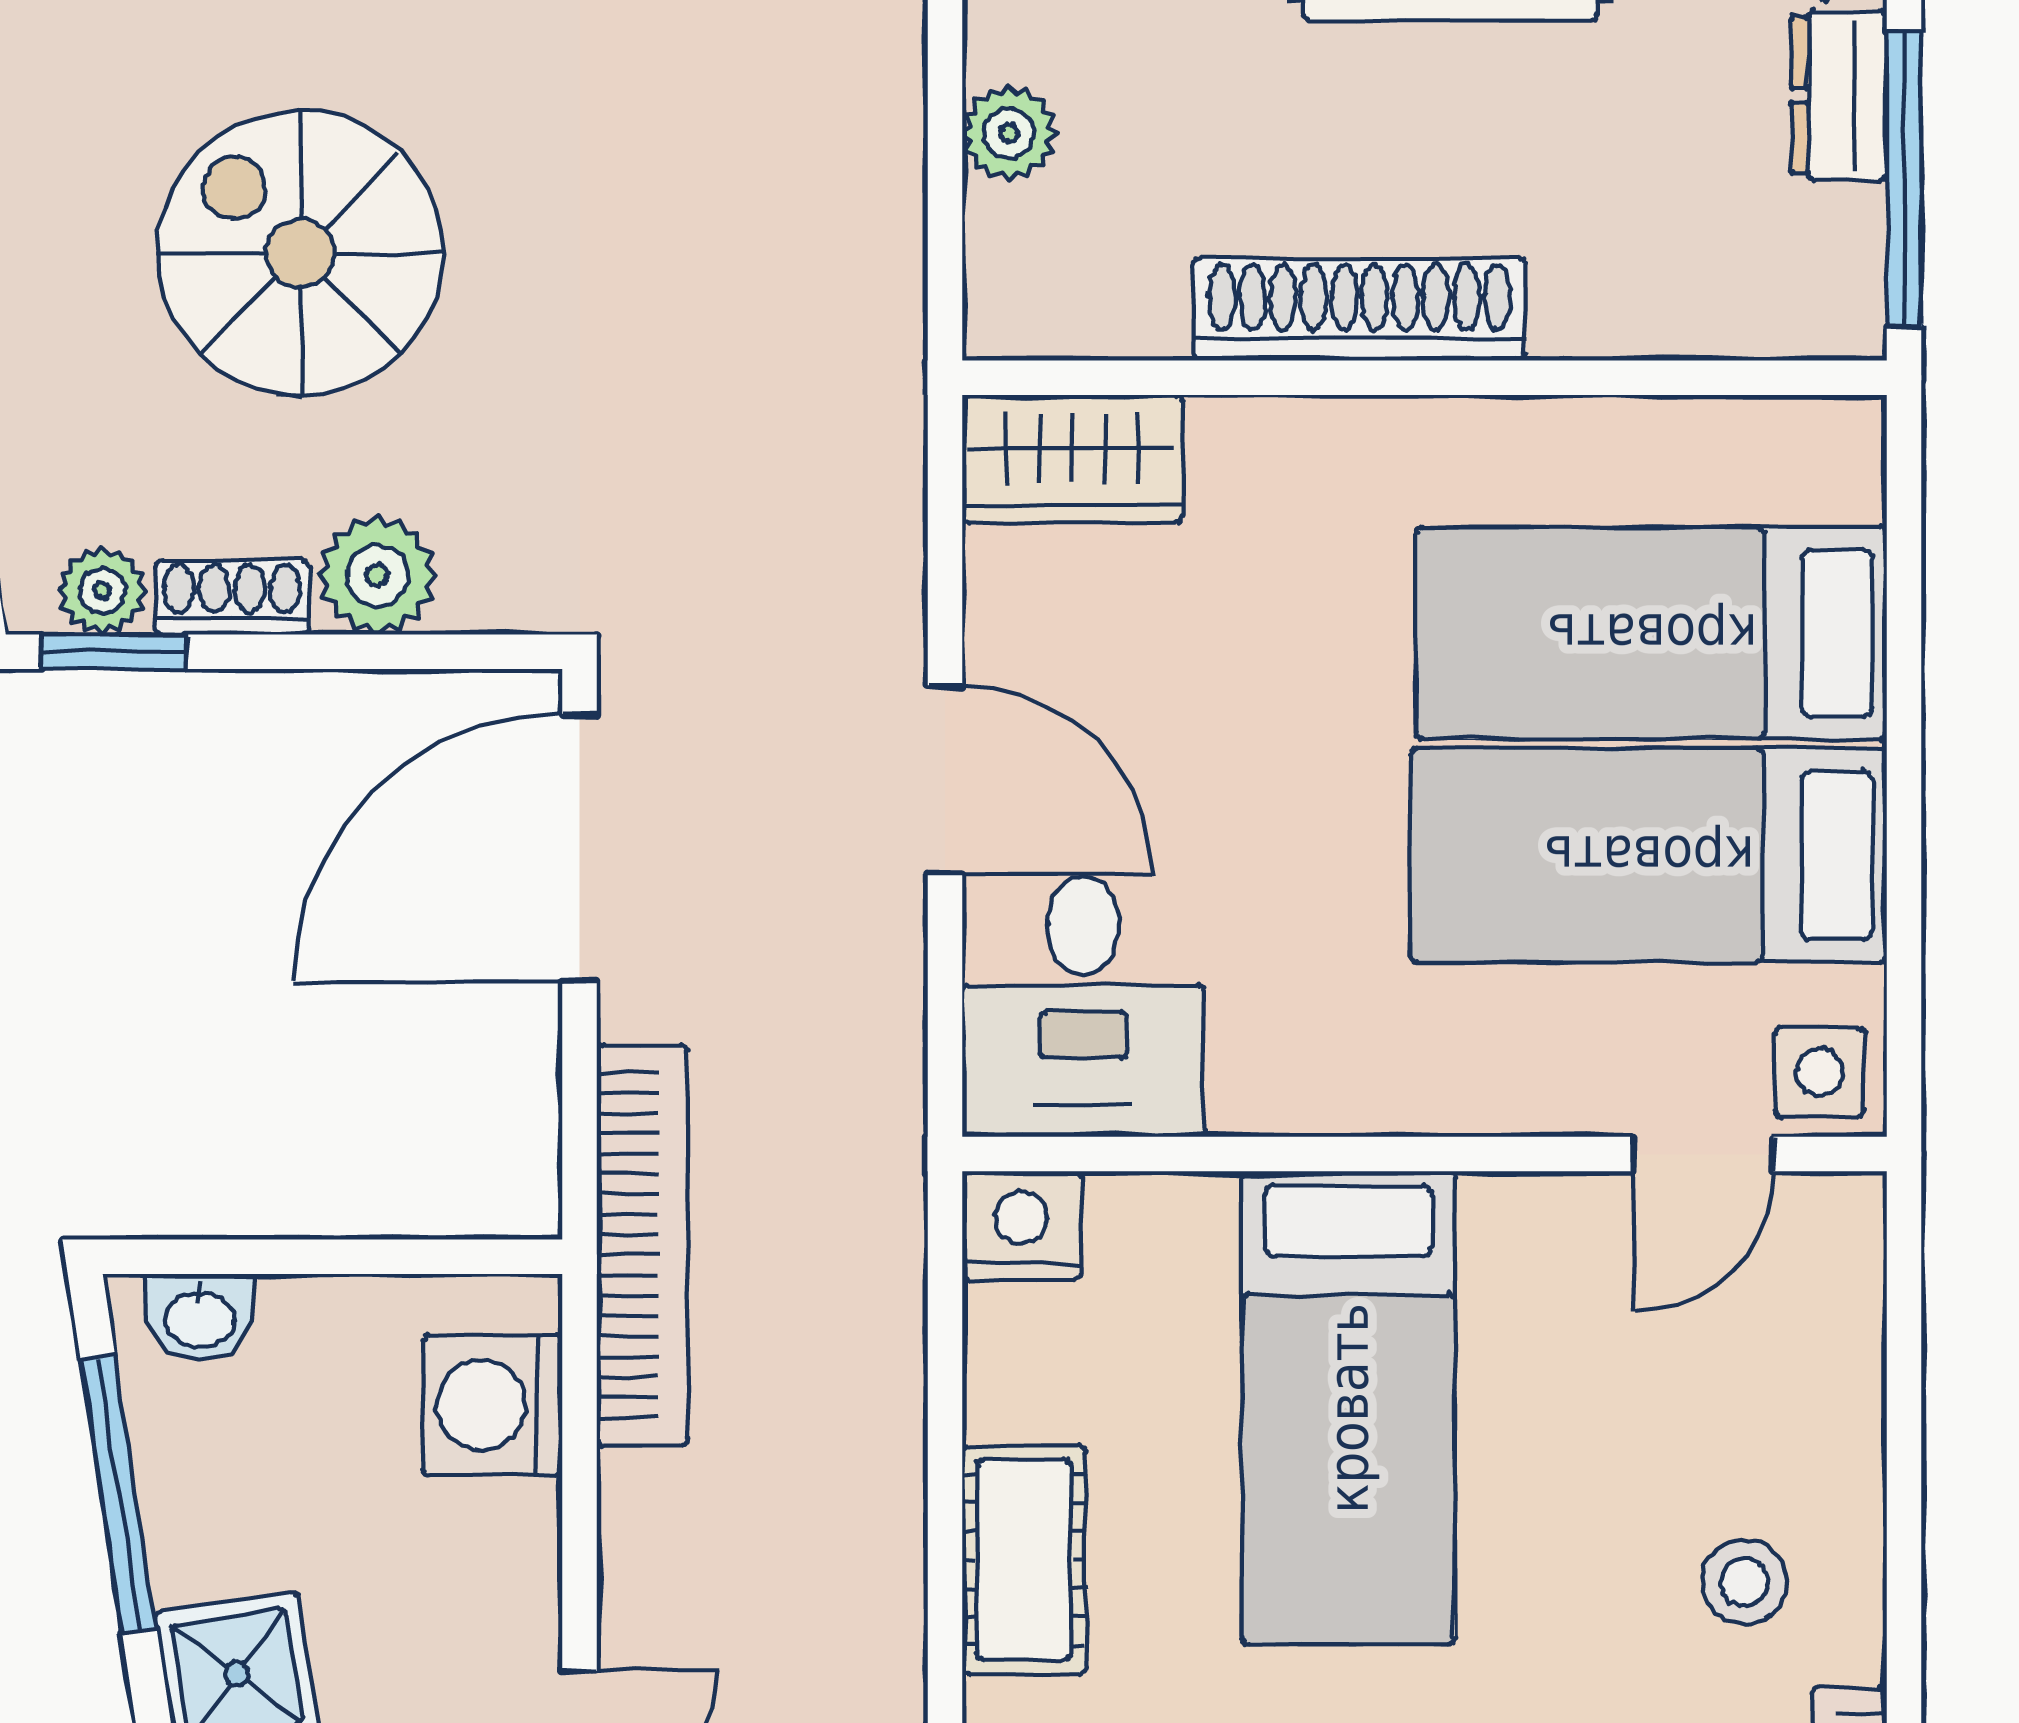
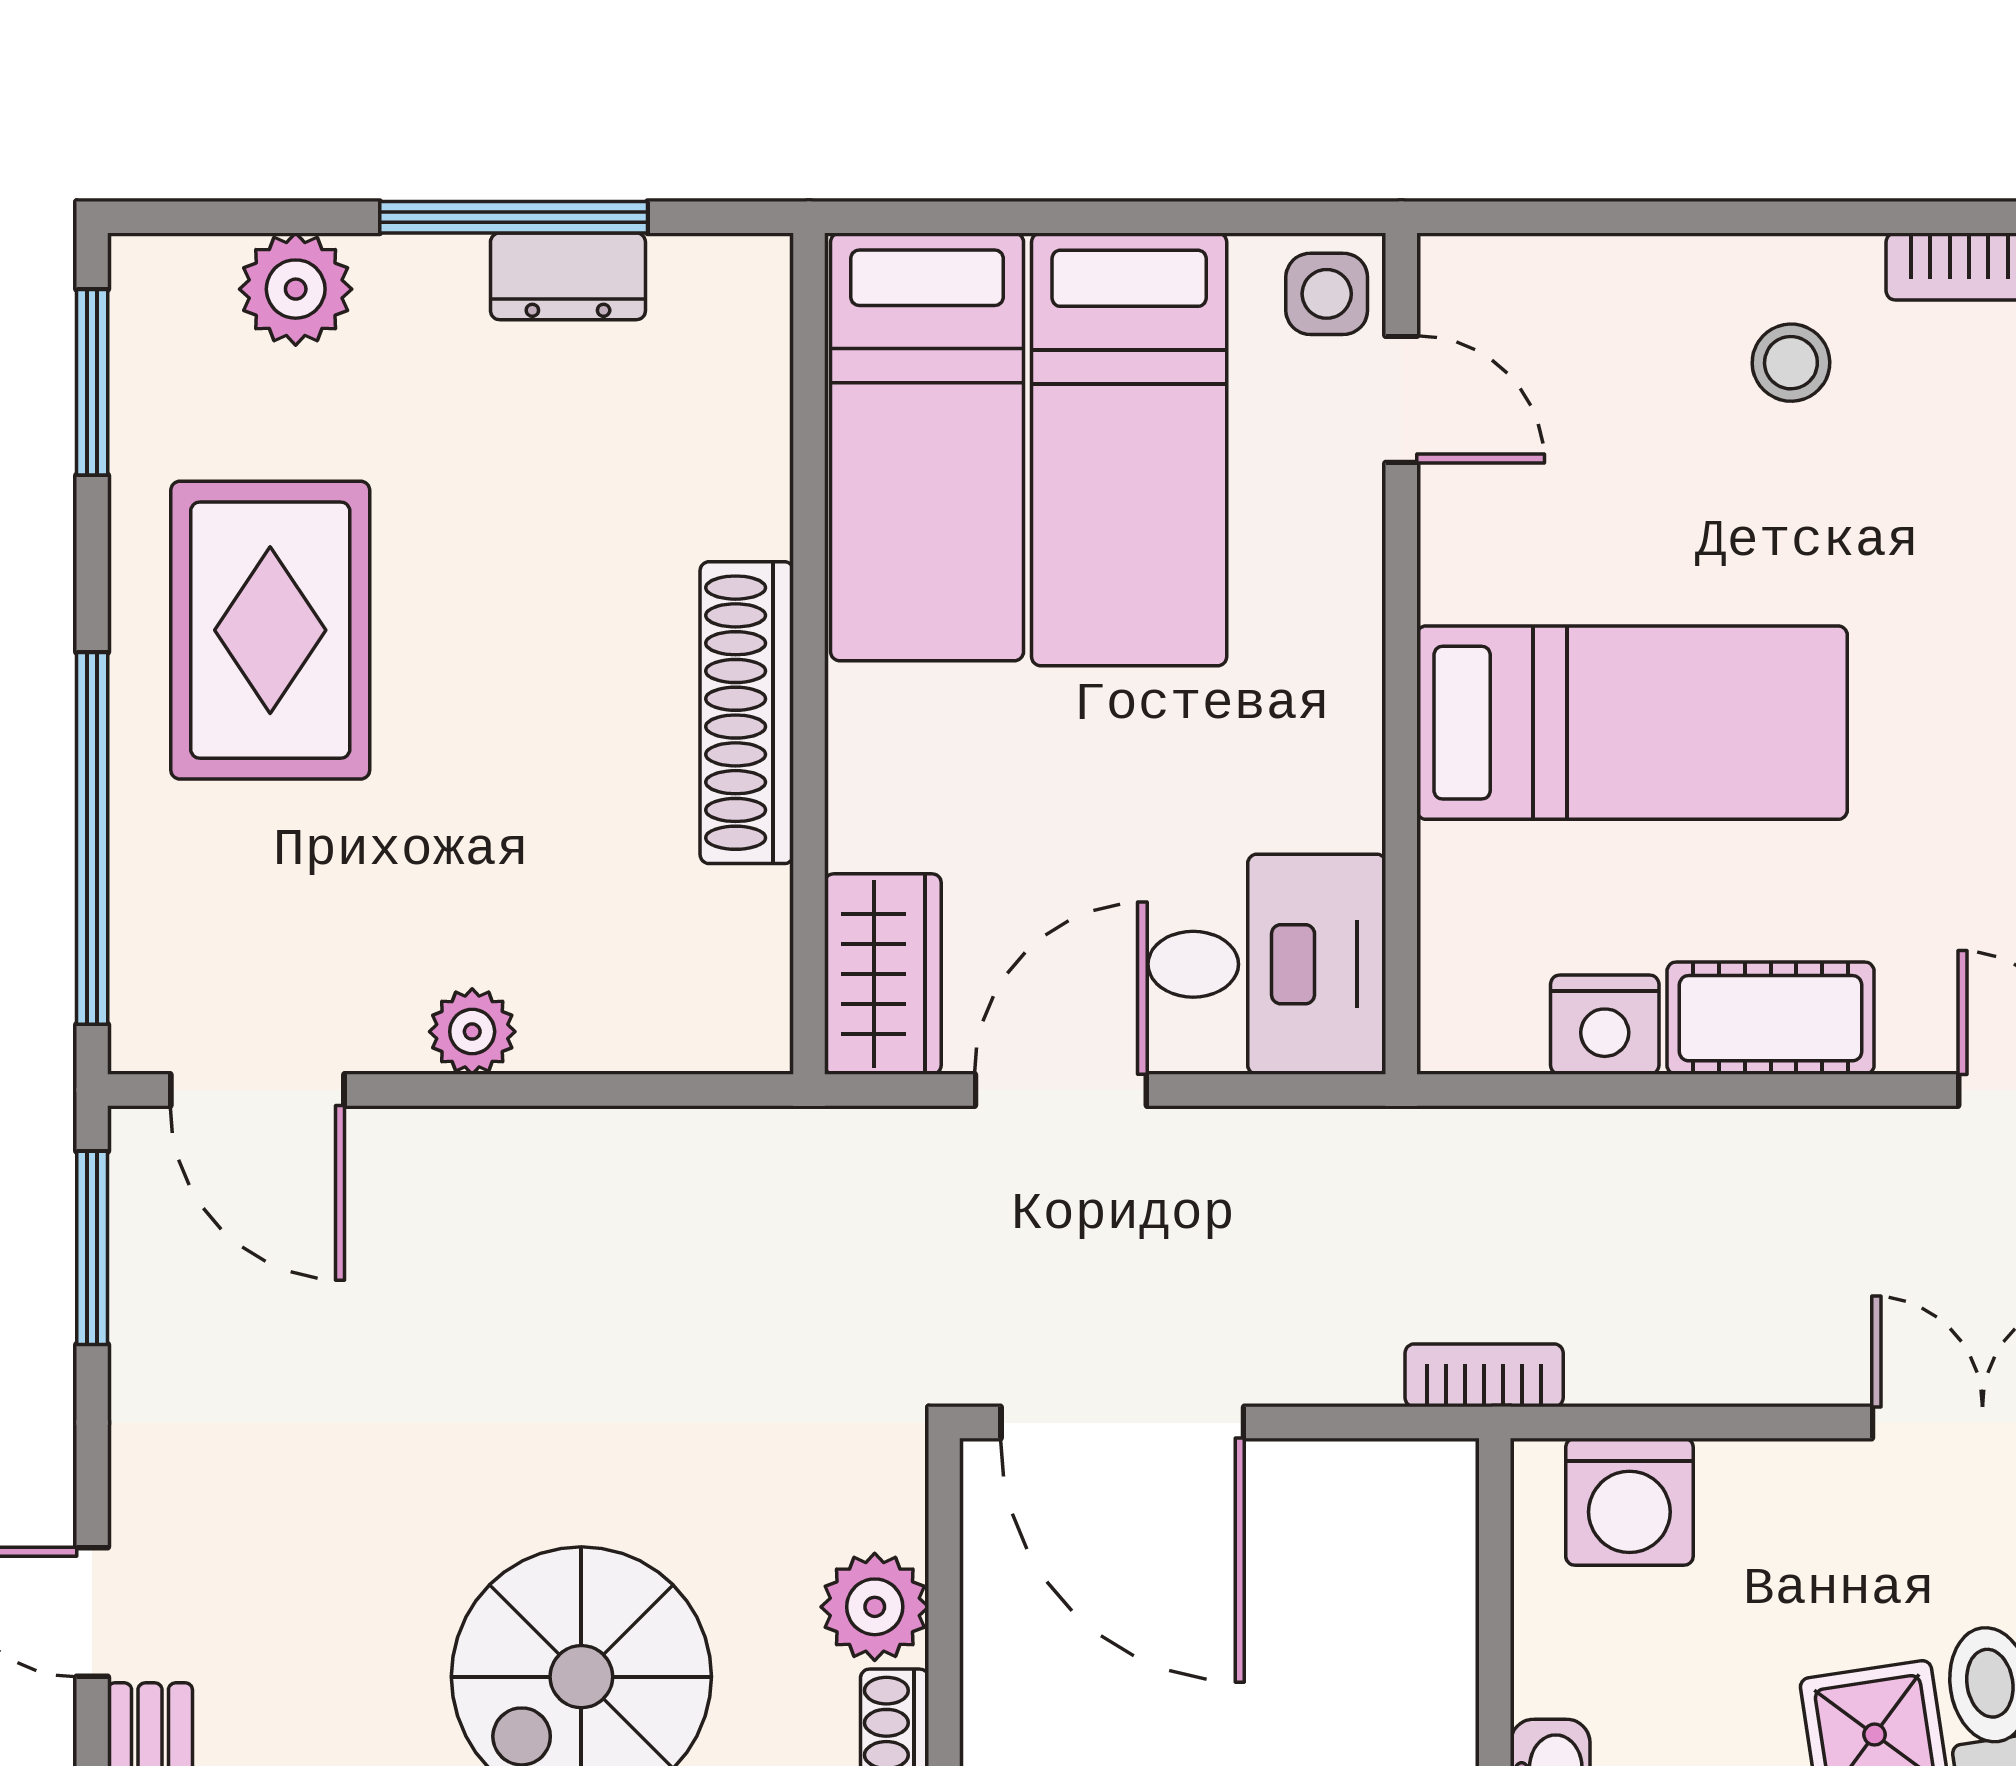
dresser: (1839, 95) -> (568, 276), moved
shoe rack: (1359, 309) -> (747, 713), moved
wall: (1424, 378) -> (809, 654), moved
wardrobe: (1072, 459) -> (883, 974), moved
nightstand: (1021, 1226) -> (1605, 1025), moved, turned -90
bookcase: (642, 1245) -> (1484, 1375), width x0.43, depth x0.76

